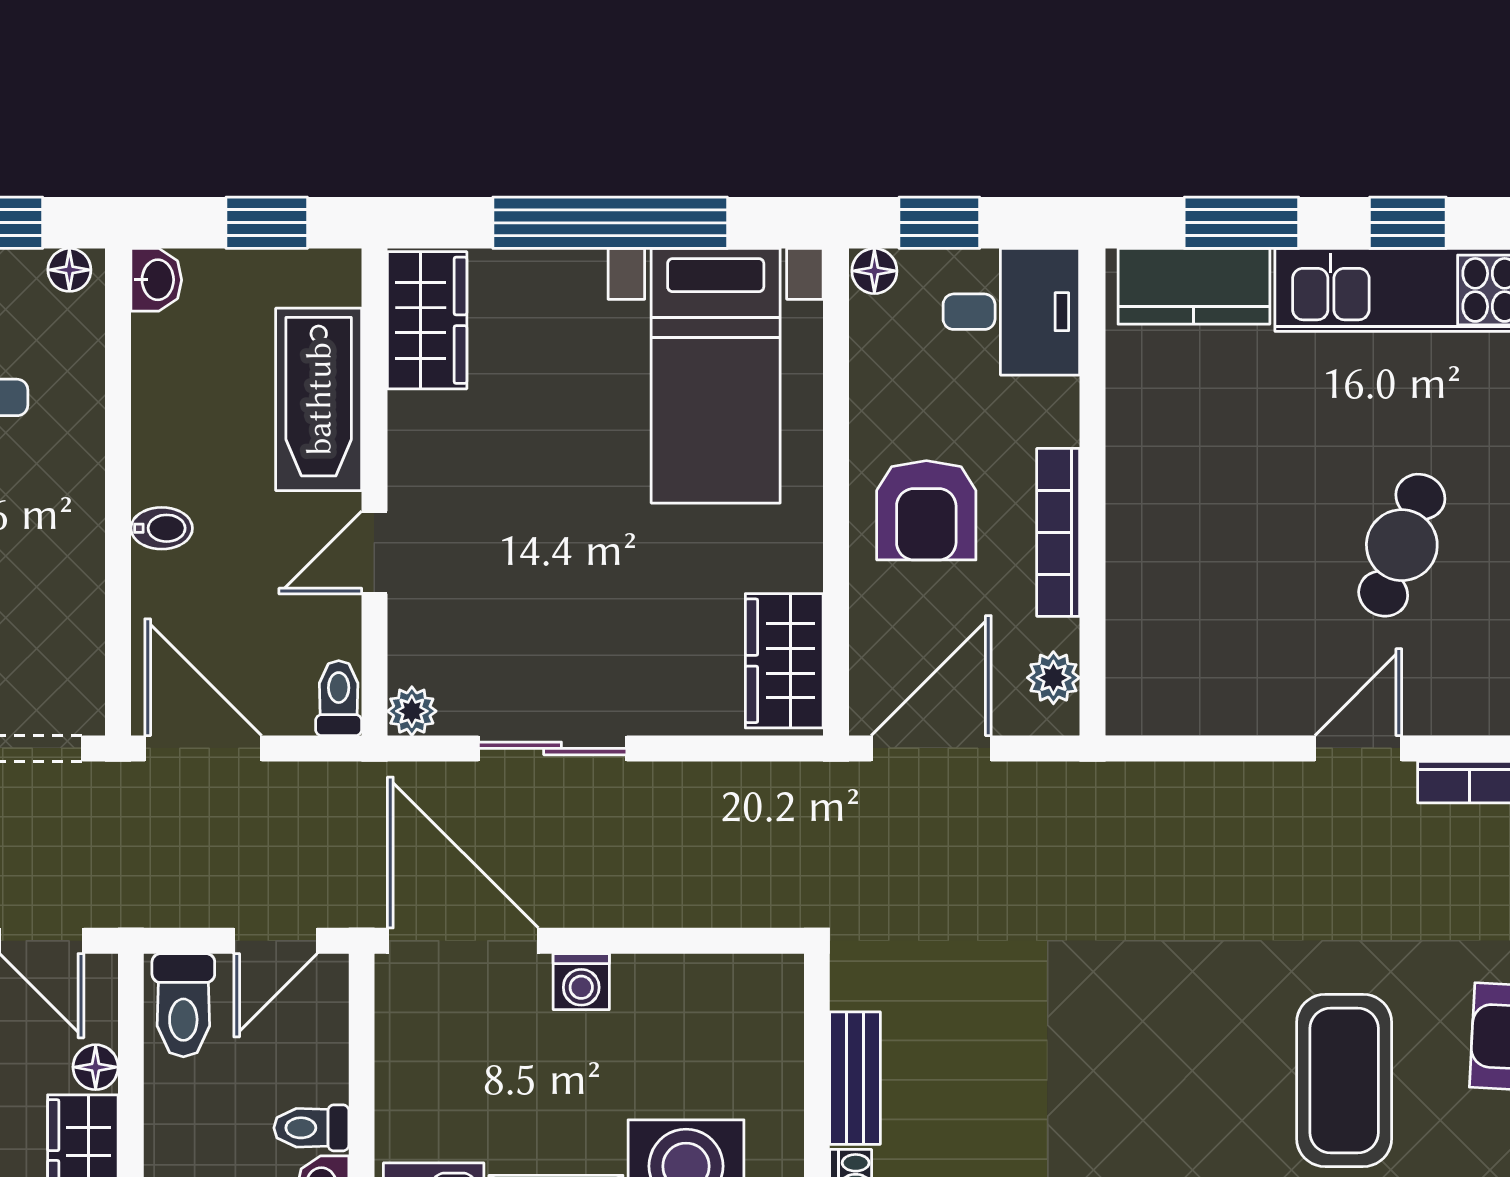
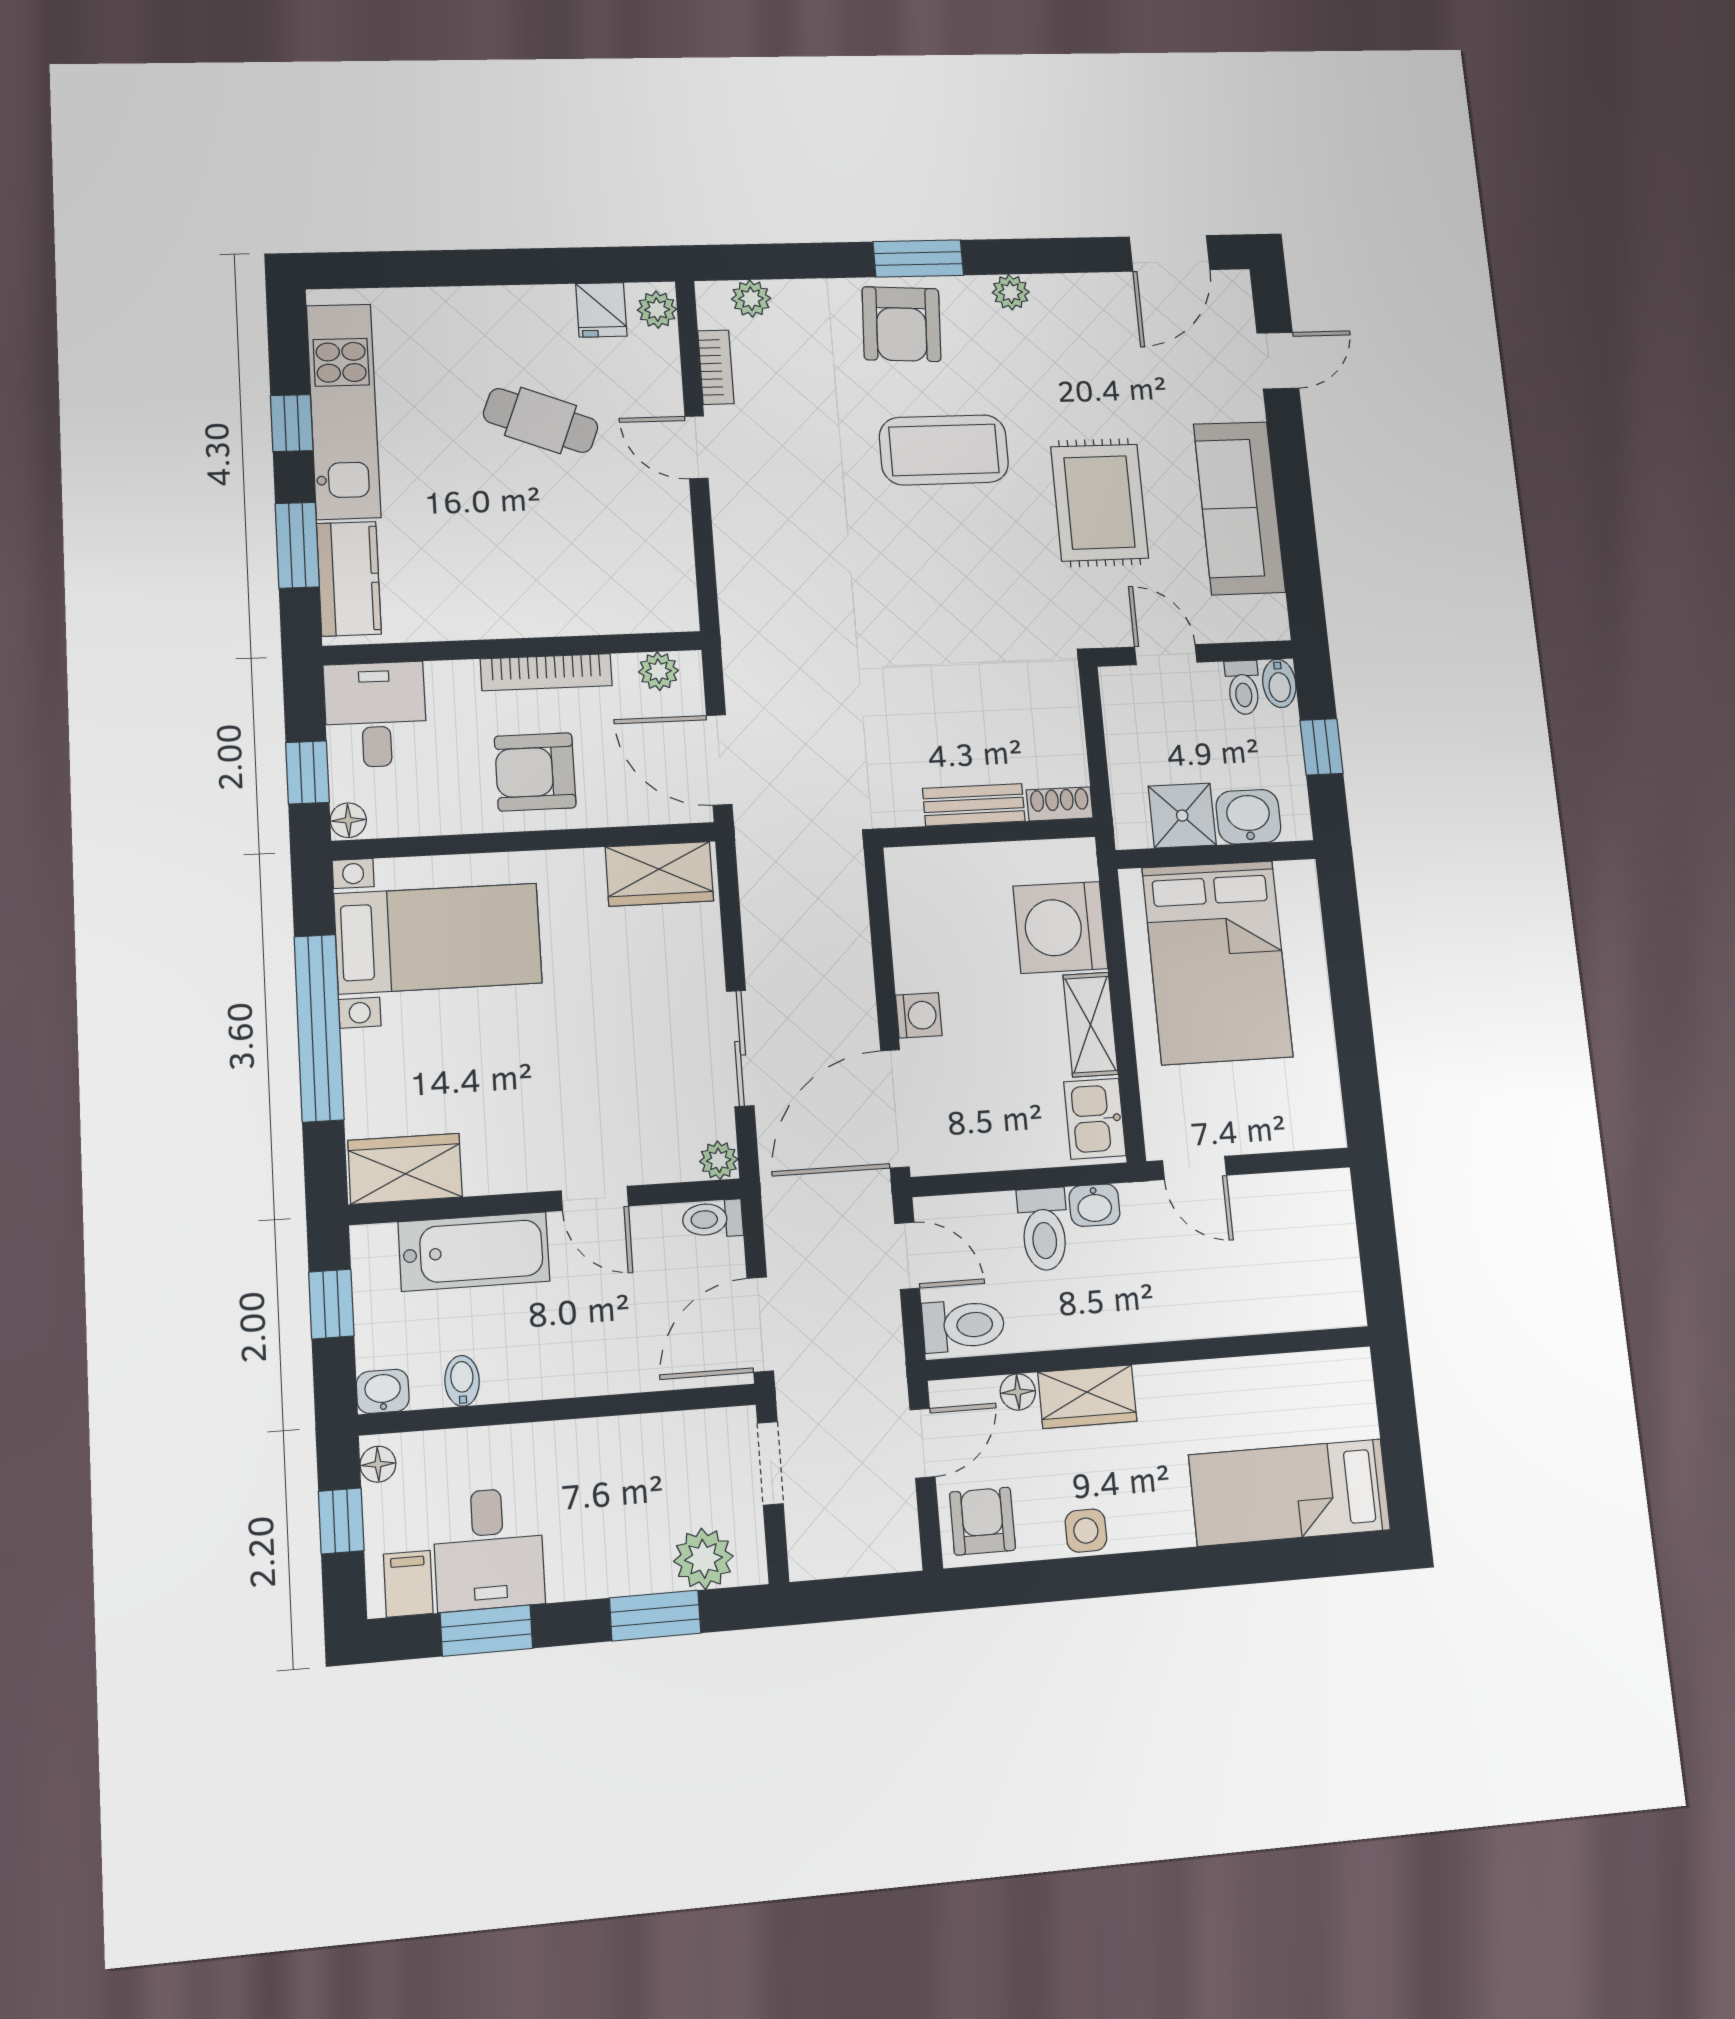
armchair: (926, 510) -> (535, 772), turned 180
bidet: (162, 528) -> (462, 1381), moved
toilet: (311, 1128) -> (1044, 1229), width x1.37, depth x1.39

